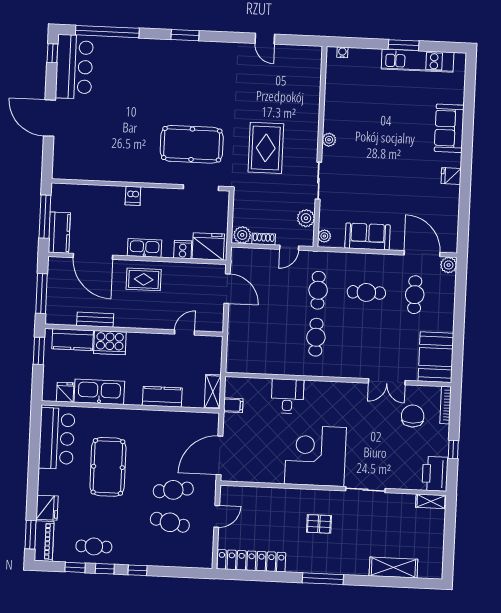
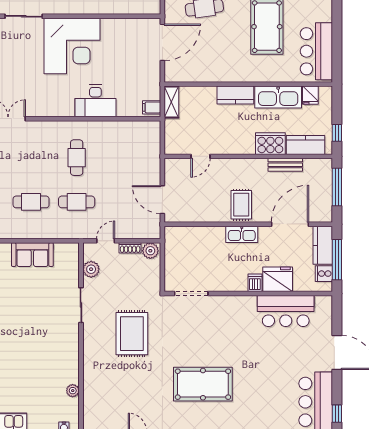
plant: (329, 140) -> (73, 391), moved
pool table: (192, 144) -> (203, 384), moved
bar counter: (102, 164) -> (286, 311), added
plant: (324, 236) -> (73, 253), removed
fridge: (208, 246) -> (278, 279), moved, turned 180
cooker: (183, 249) -> (324, 274), moved, turned 90
door: (93, 256) -> (290, 224), hinge flipped
rug: (144, 279) -> (241, 205), turned 90
cafe table: (318, 290) -> (77, 202), turned 90
window: (39, 351) -> (337, 133), width x0.67
desk: (287, 396) -> (95, 101), width x1.37
kitchen counter: (162, 397) -> (235, 95), moved
filing cabinet: (233, 405) -> (152, 107), moved

